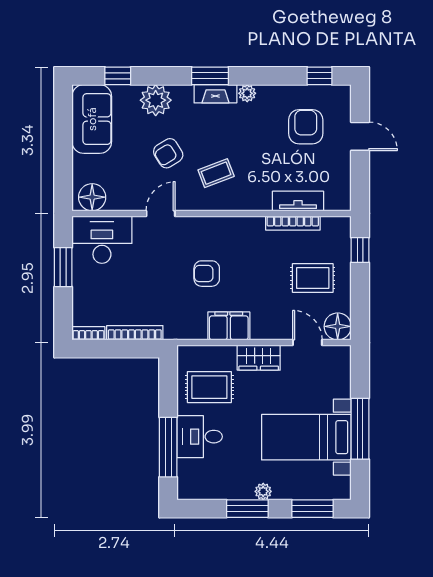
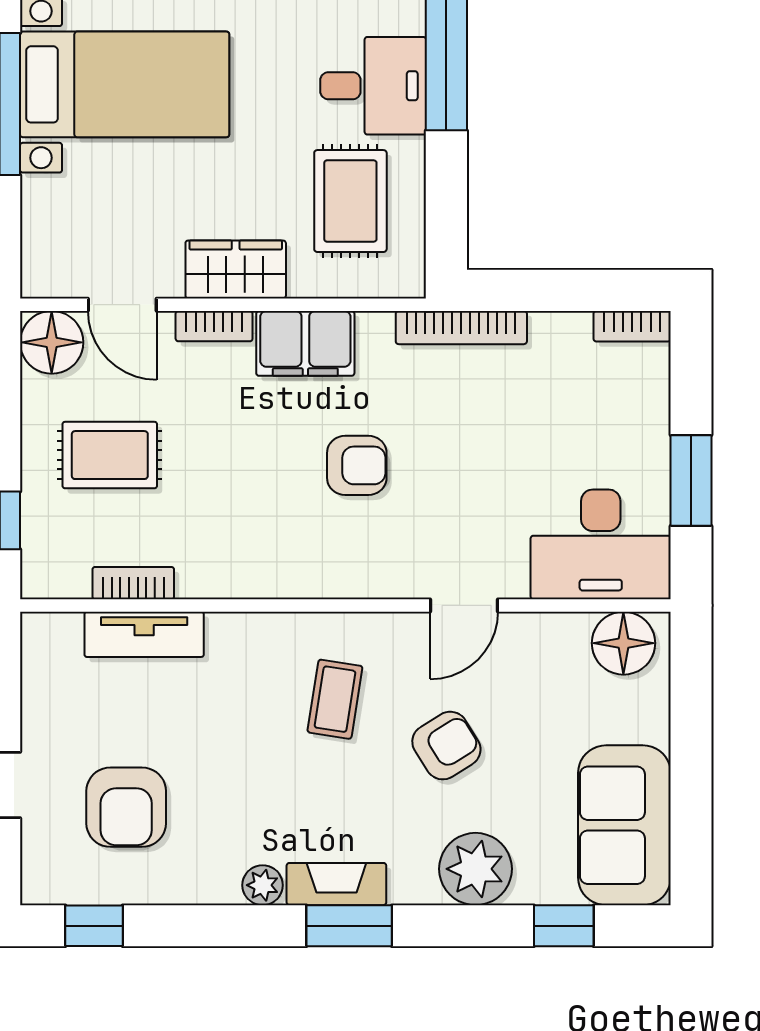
coffee table: (216, 173) -> (335, 699), turned -60
bookcase: (293, 223) -> (133, 583), width x0.64
bookcase: (135, 333) -> (461, 328), moved
bookcase: (268, 333) -> (214, 326), added
rug: (209, 387) -> (350, 201), turned 90

